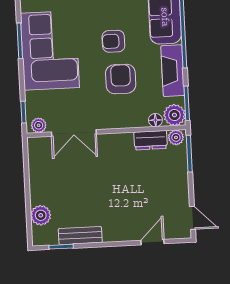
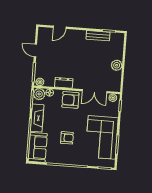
armchair: (121, 79) -> (70, 100), moved, turned 90
double door: (74, 133) -> (94, 91), swing flipped
dresser: (151, 140) -> (64, 83), moved
plant: (41, 215) -> (117, 65), moved
door: (193, 218) -> (35, 51), moved

